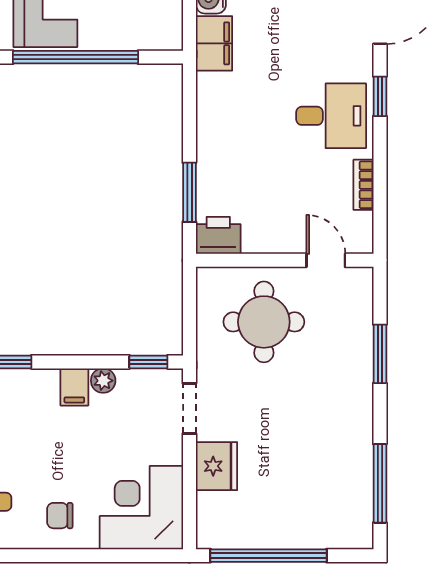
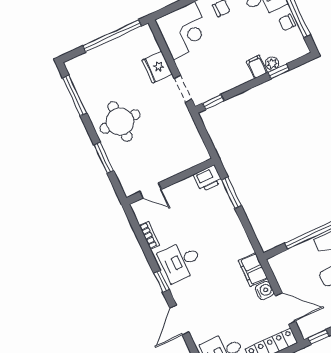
round table: (264, 322) -> (120, 122), moved
plant: (103, 381) -> (272, 64), moved
filing cabinet: (74, 387) -> (257, 67), moved

